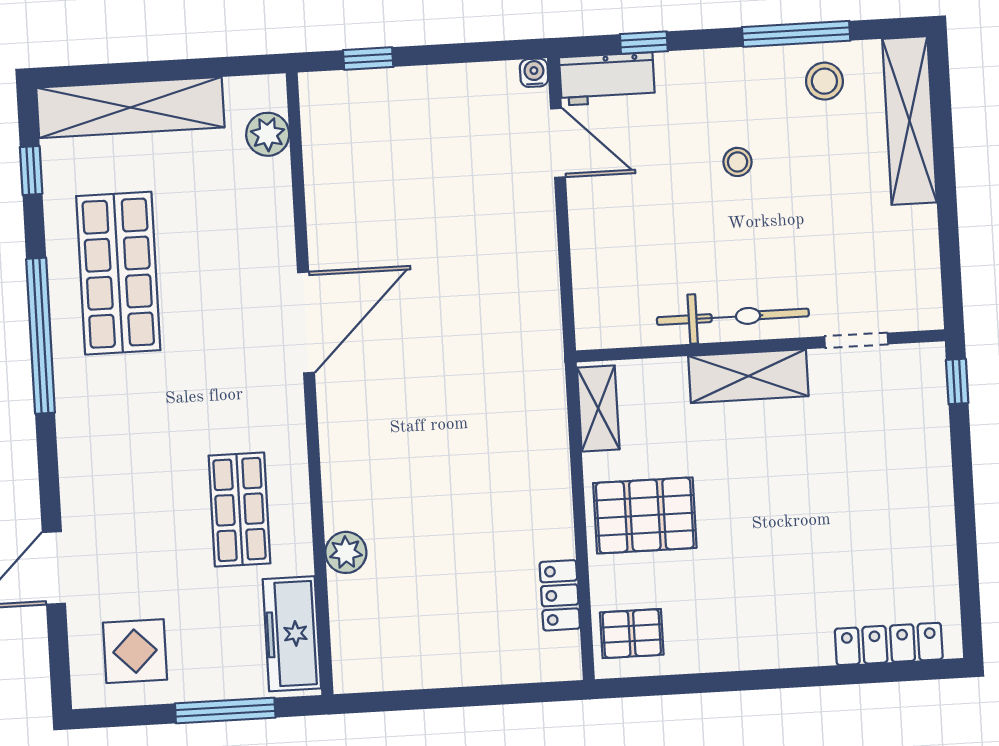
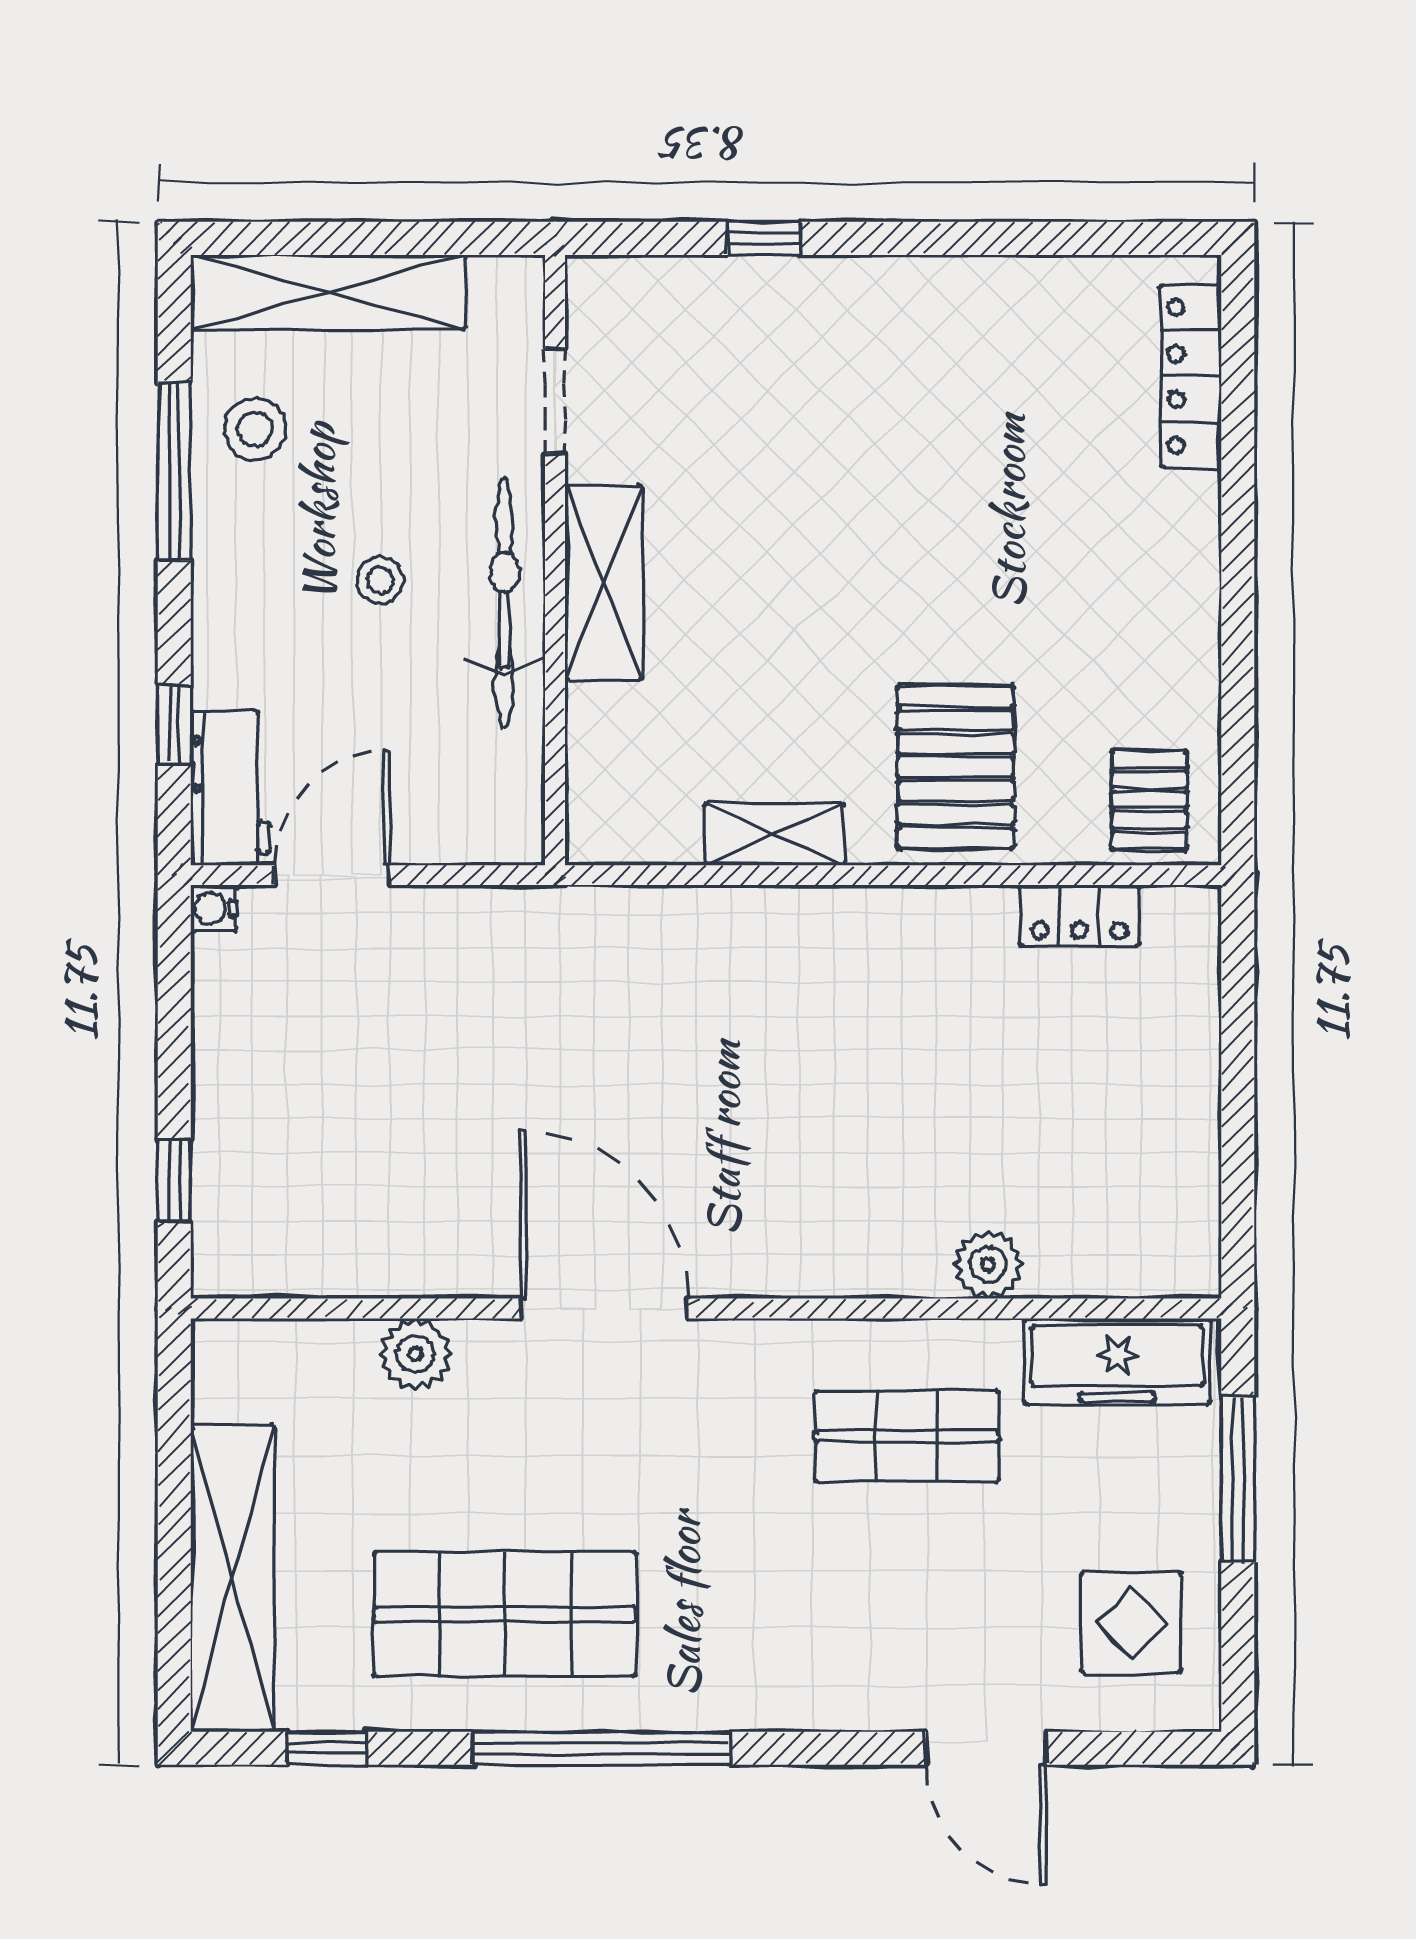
plant: (268, 134) -> (415, 1354), moved
bicycle: (733, 317) -> (504, 603), moved
doorway: (856, 340) -> (555, 401), moved
wall: (760, 346) -> (555, 560), moved
shelving: (748, 376) -> (604, 583), moved

